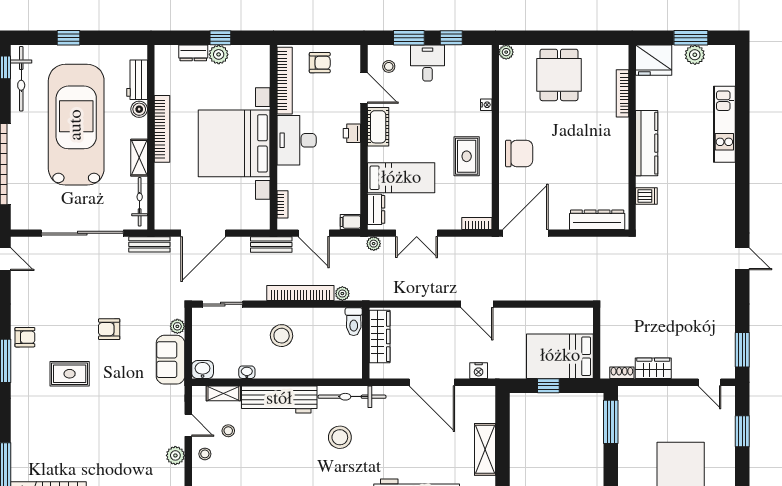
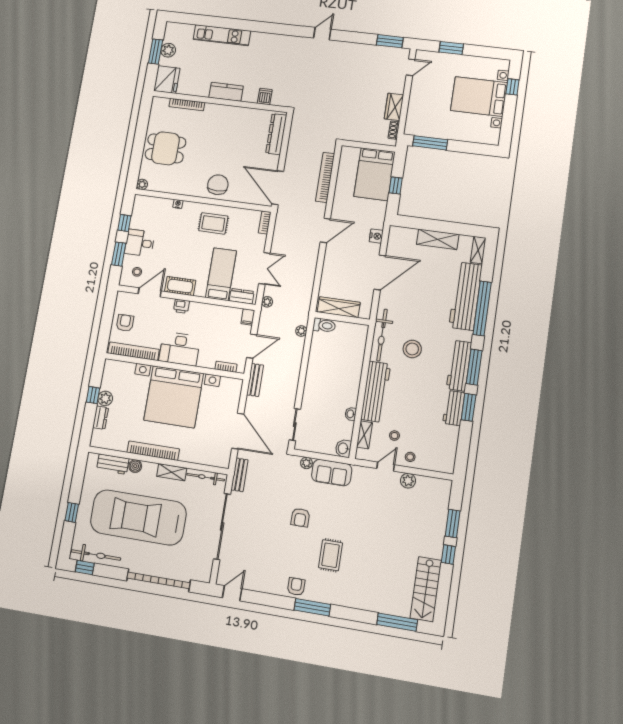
kitchen counter: (647, 143) -> (226, 92), width x0.67
bookcase: (300, 293) -> (325, 177), moved
stool: (282, 336) -> (326, 383), removed

